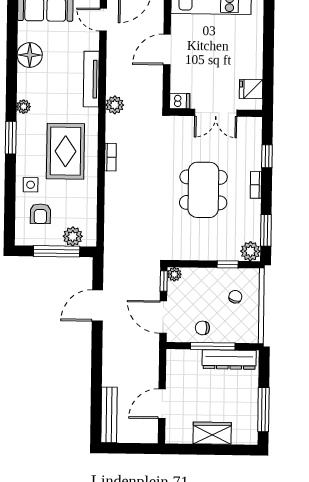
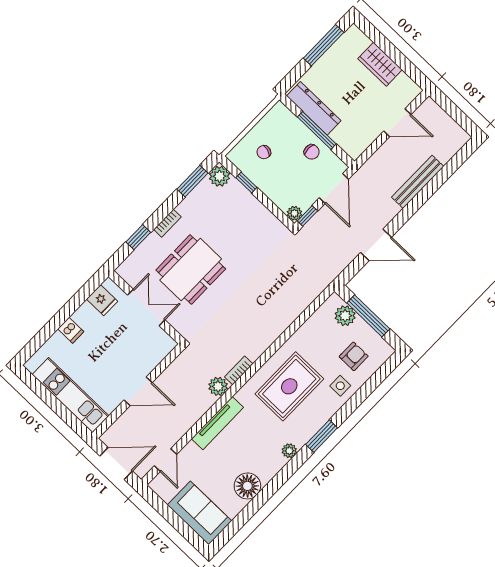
dishwasher: (180, 101) -> (71, 330), moved, turned 180
bookcase: (110, 157) -> (239, 370), moved
dining table: (203, 190) -> (191, 269), moved
bench: (109, 415) -> (418, 182), moved

